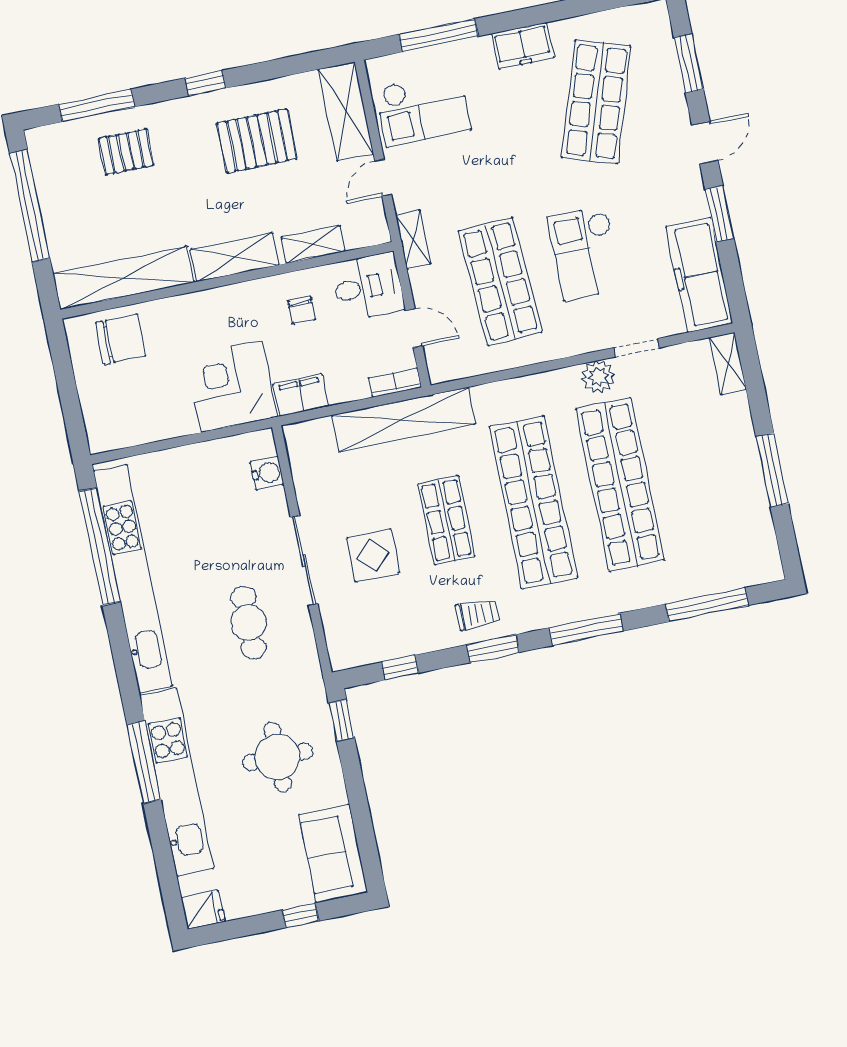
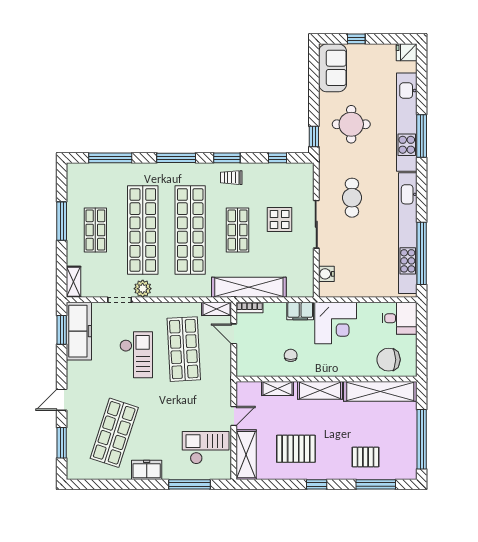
window: (720, 214) -> (62, 330), moved
shelving: (413, 239) -> (217, 309), moved, turned 90
desk: (368, 287) -> (400, 318), moved, turned 180
shop shelf: (707, 467) -> (95, 230), added

